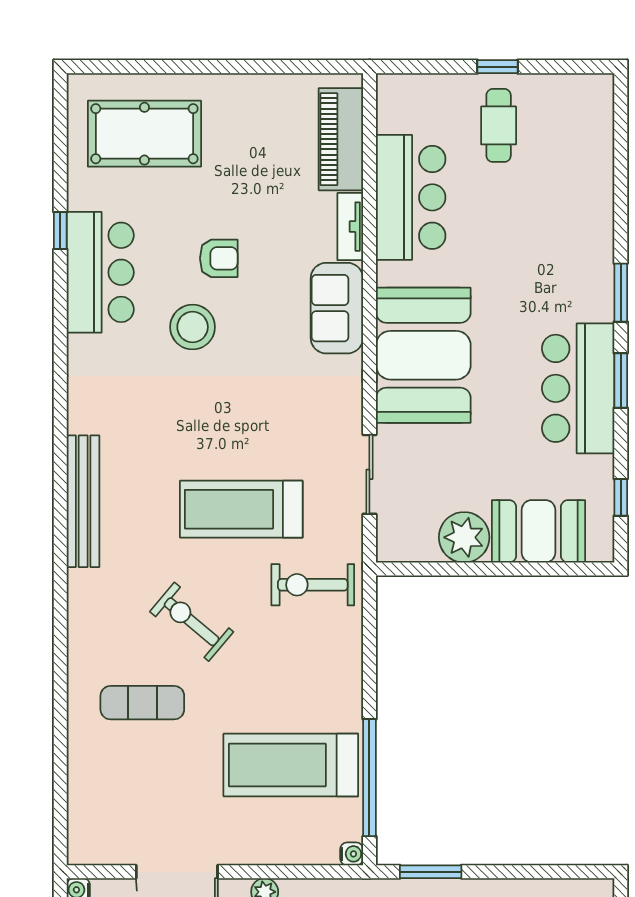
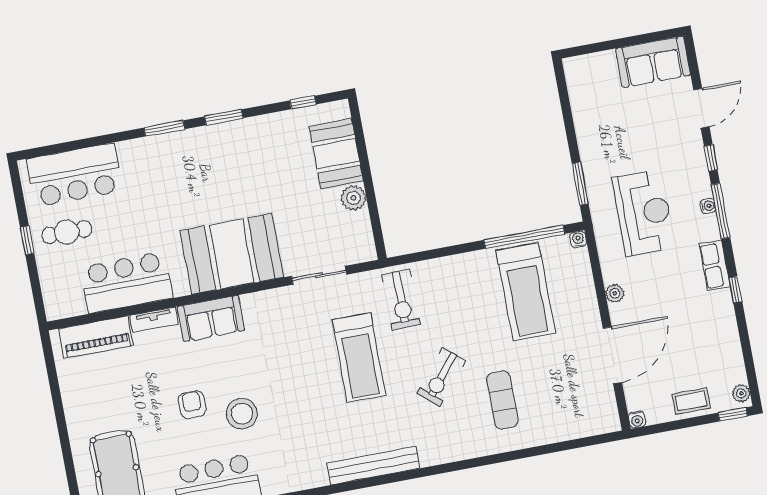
bar counter: (578, 388) -> (75, 175), moved
plant: (464, 537) -> (353, 198), width x0.73, depth x0.73

